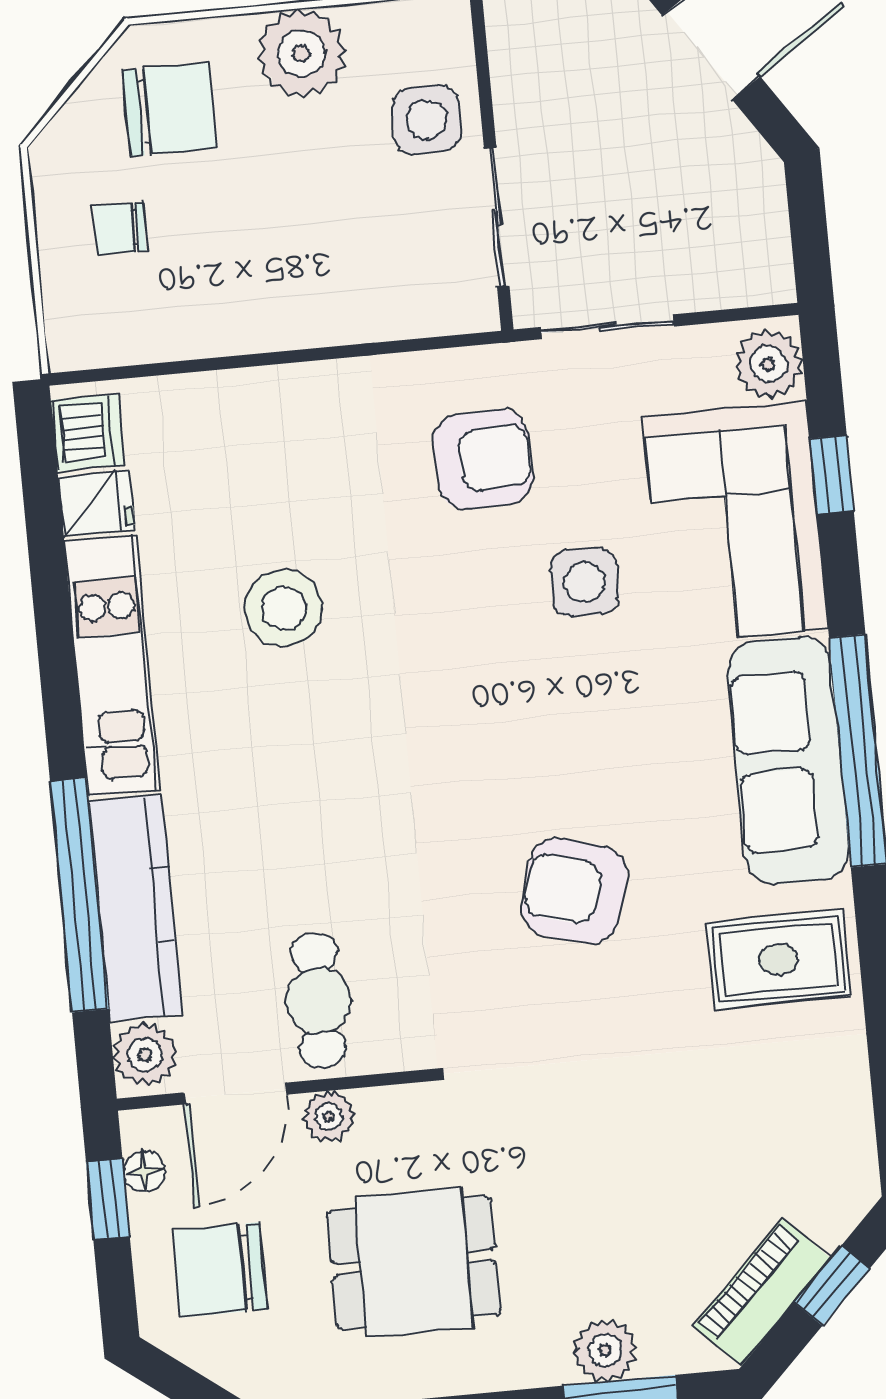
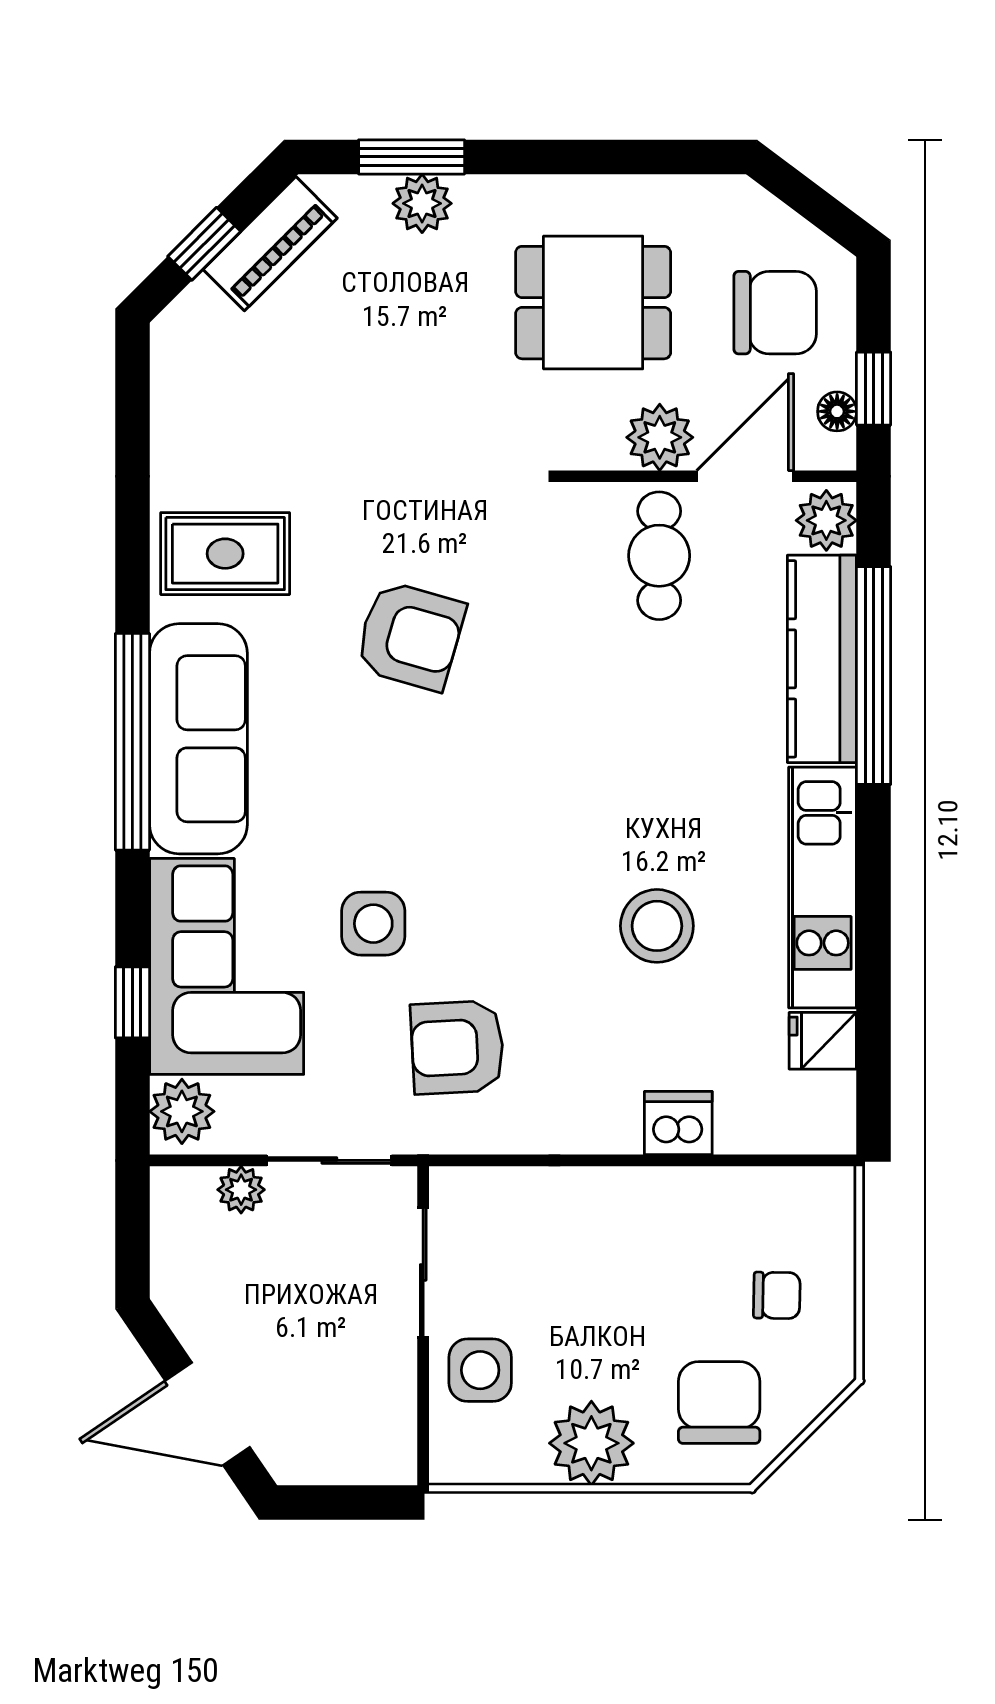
chair: (170, 109) -> (719, 1403), turned 90
plant: (698, 287) -> (241, 1190), added
dishwasher: (88, 433) -> (678, 1123), moved, turned 90
plant: (329, 1117) -> (660, 437), width x1.38, depth x1.38

